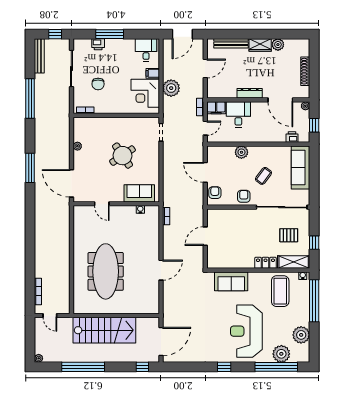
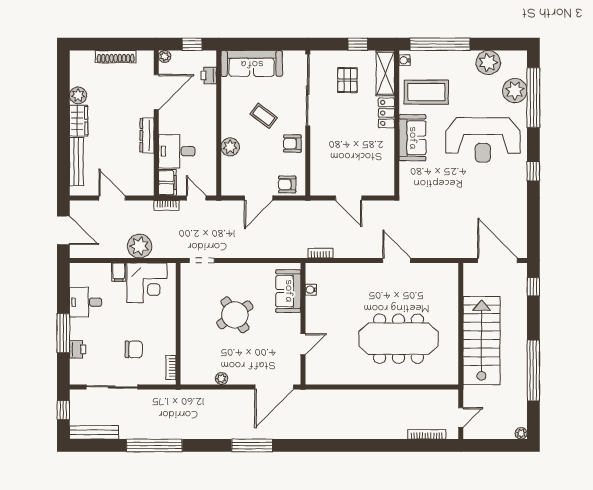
desk: (146, 50) -> (86, 302), moved
sofa: (231, 281) -> (412, 138), moved

